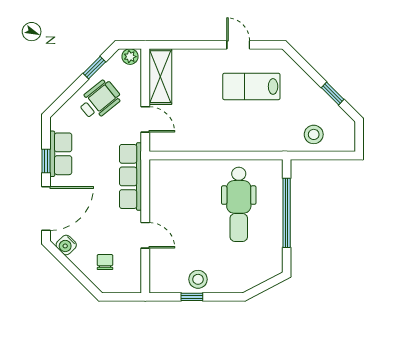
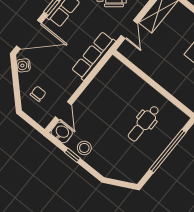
dental chair: (239, 204) -> (144, 123), width x0.73, depth x0.72
door: (145, 235) -> (63, 111), moved
washbasin: (162, 282) -> (62, 133), added

